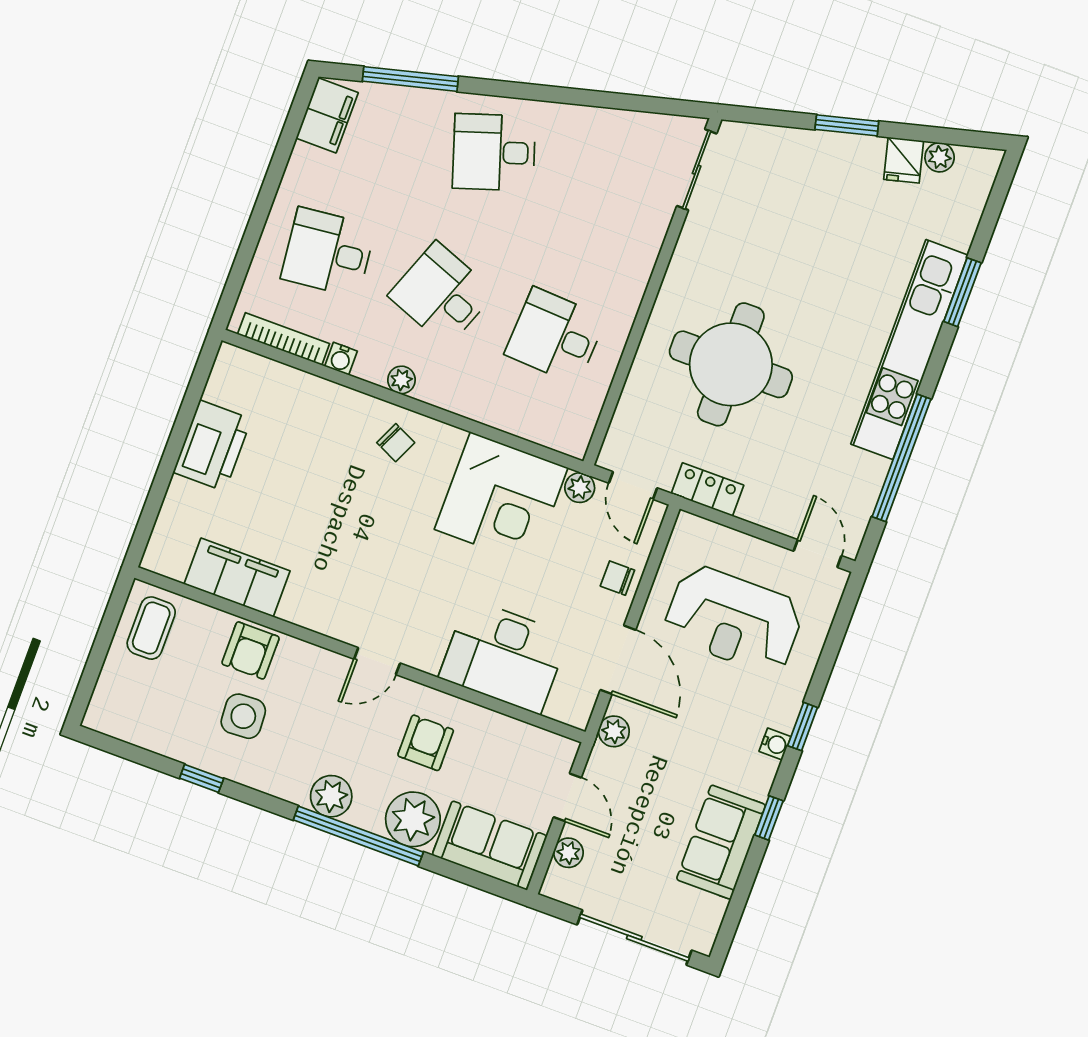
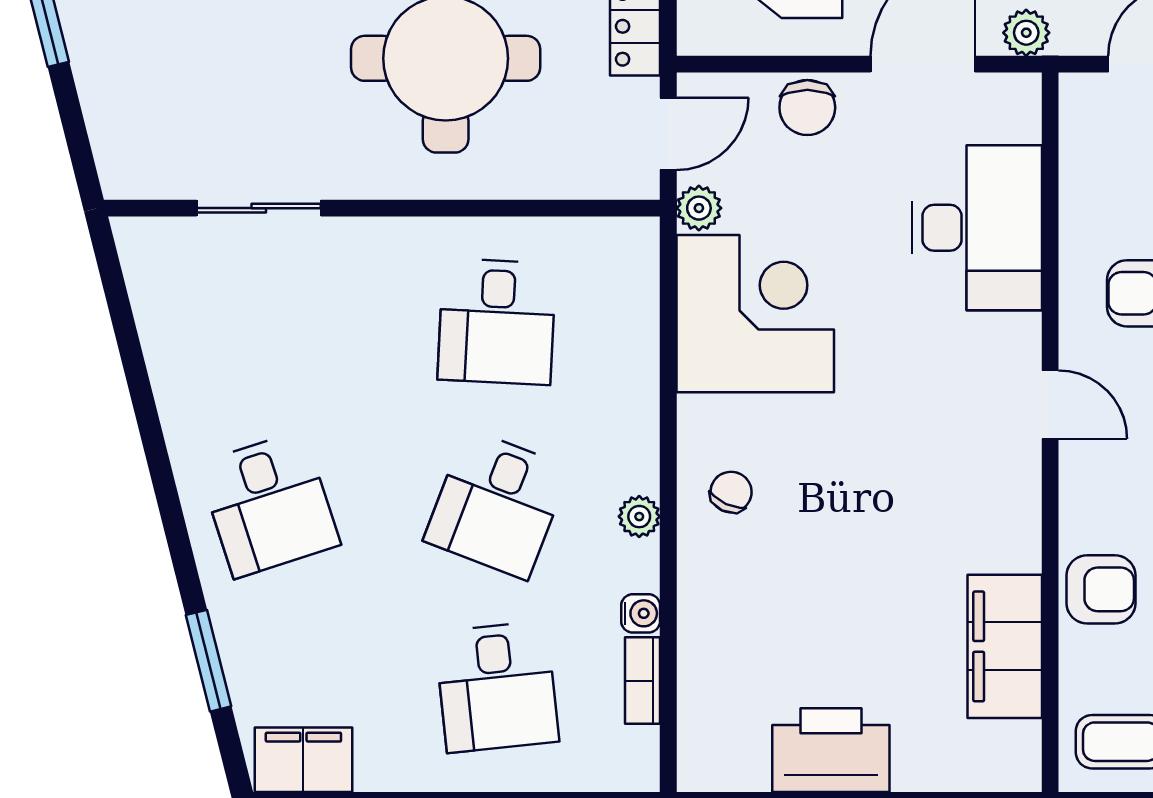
window: (410, 79) -> (209, 661), width x0.69
sliding door: (697, 170) -> (259, 208), moved
bookcase: (284, 339) -> (643, 681), width x0.64
chair: (617, 578) -> (807, 108), width x1.37, depth x1.37

